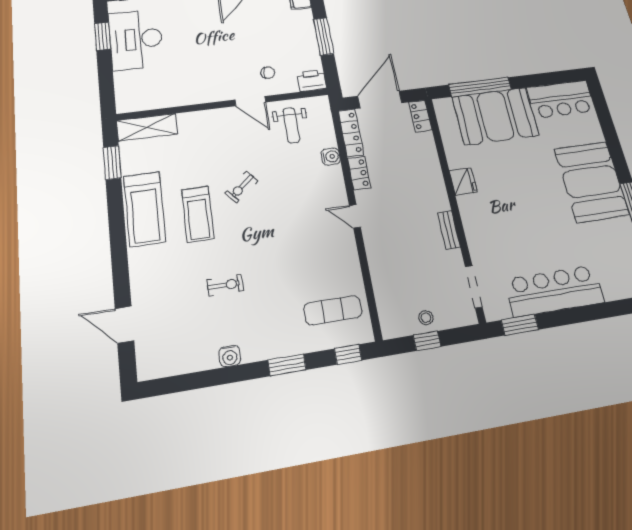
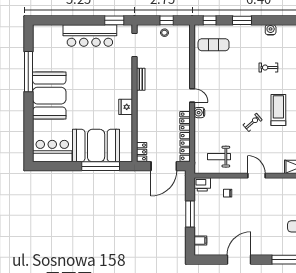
door: (250, 101) -> (256, 176), moved
weight bench: (291, 125) -> (219, 157), turned -90
water cooler: (331, 157) -> (199, 113), moved

